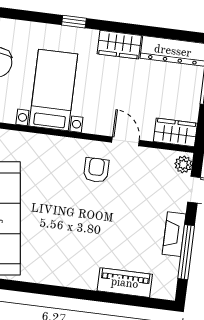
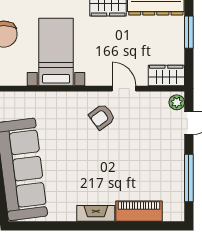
armchair: (96, 170) -> (102, 117), turned -126
fireplace: (174, 234) -> (96, 213), moved, turned 90

